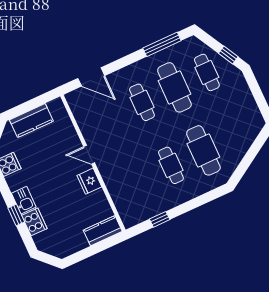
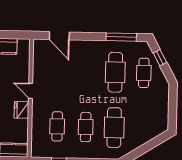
window: (228, 55) -> (160, 58), moved
cafe table: (142, 102) -> (57, 126), moved

